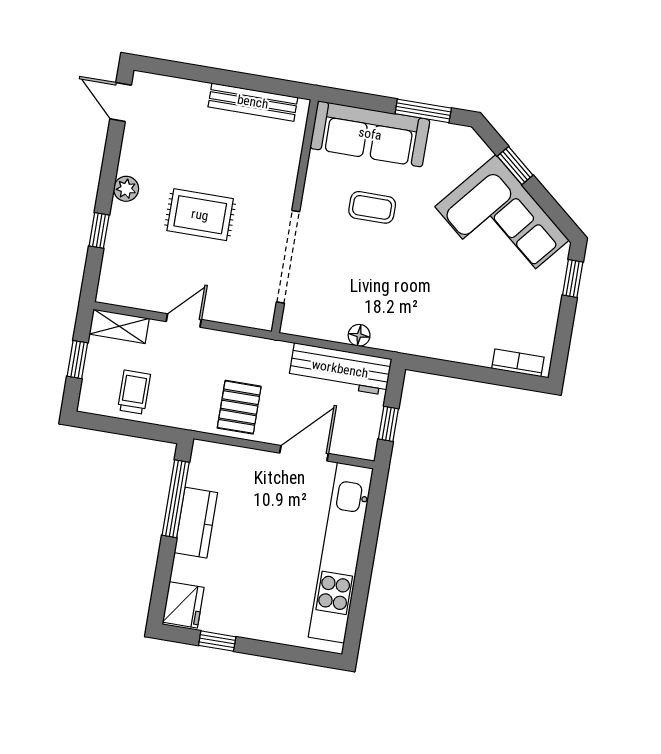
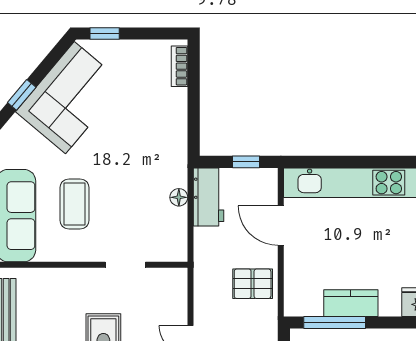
coffee table: (372, 207) -> (74, 204), width x1.36, depth x1.30
doorway: (288, 257) -> (125, 265), width x0.53
workbench: (340, 369) -> (208, 197), width x0.73

